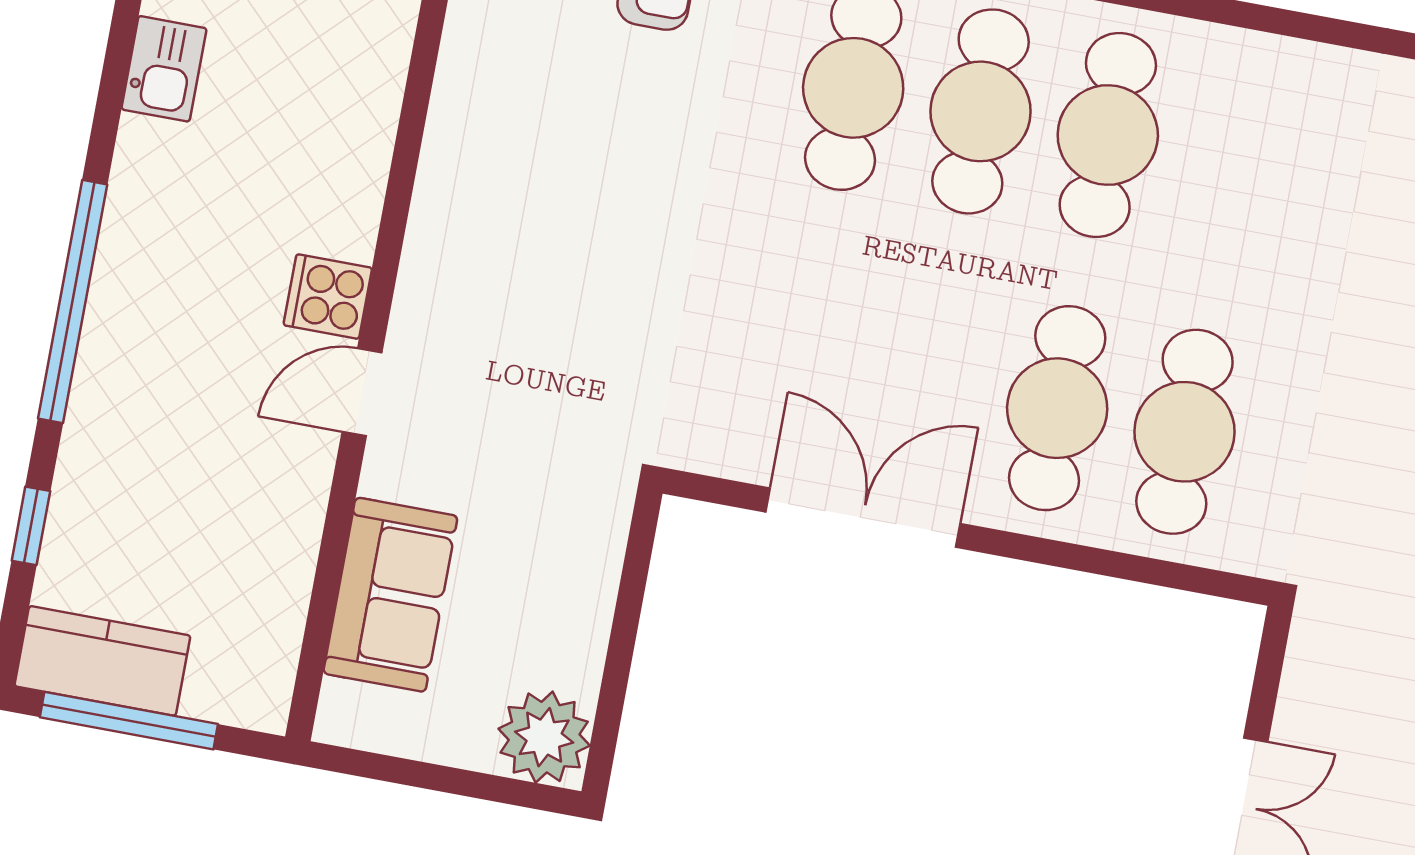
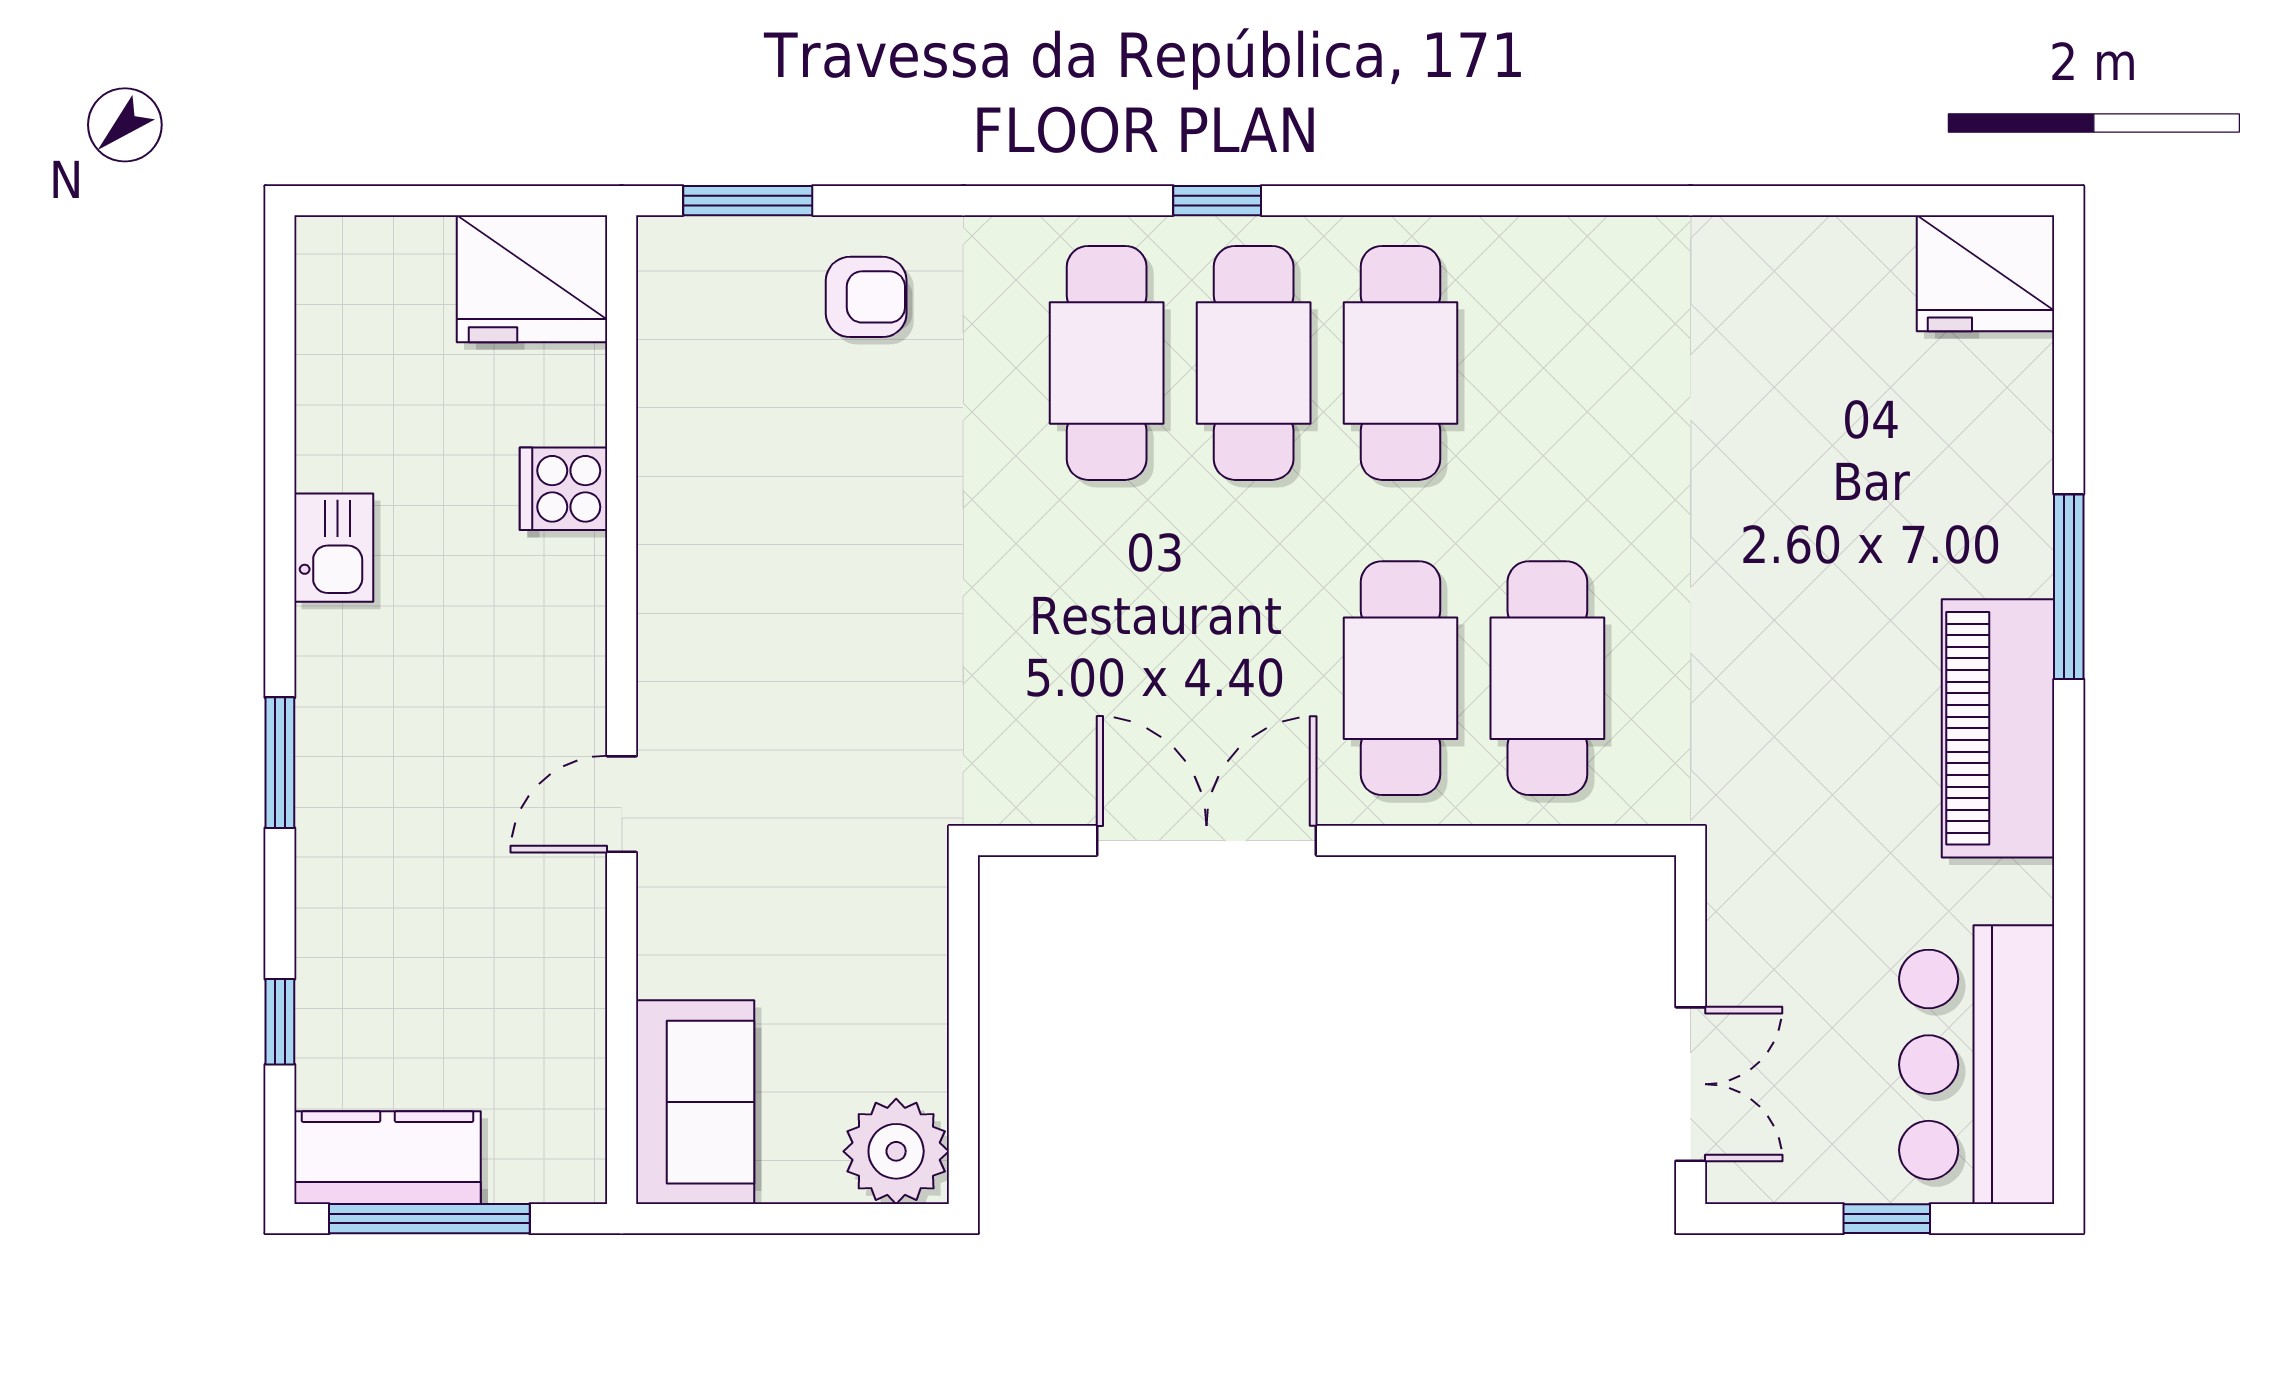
kitchen sink: (164, 69) -> (334, 548), moved
cooker: (328, 297) -> (564, 489), moved
window: (73, 301) -> (280, 763), width x0.47
sofa: (390, 595) -> (695, 1102), moved

